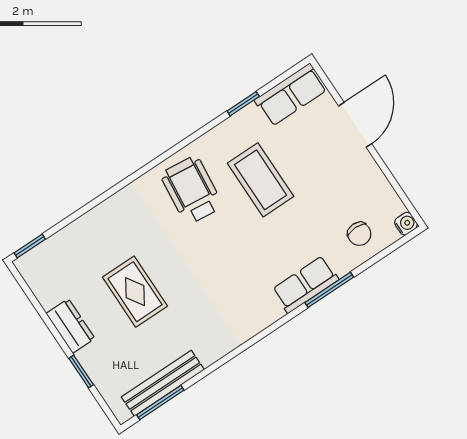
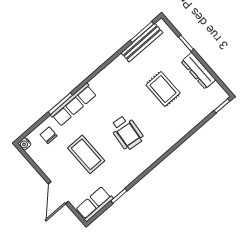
coffee table: (261, 180) -> (86, 154), moved
wheelchair: (192, 190) -> (127, 132), moved
row of seats: (305, 284) -> (73, 105), width x1.48
dresser: (70, 326) -> (198, 71), width x1.44

